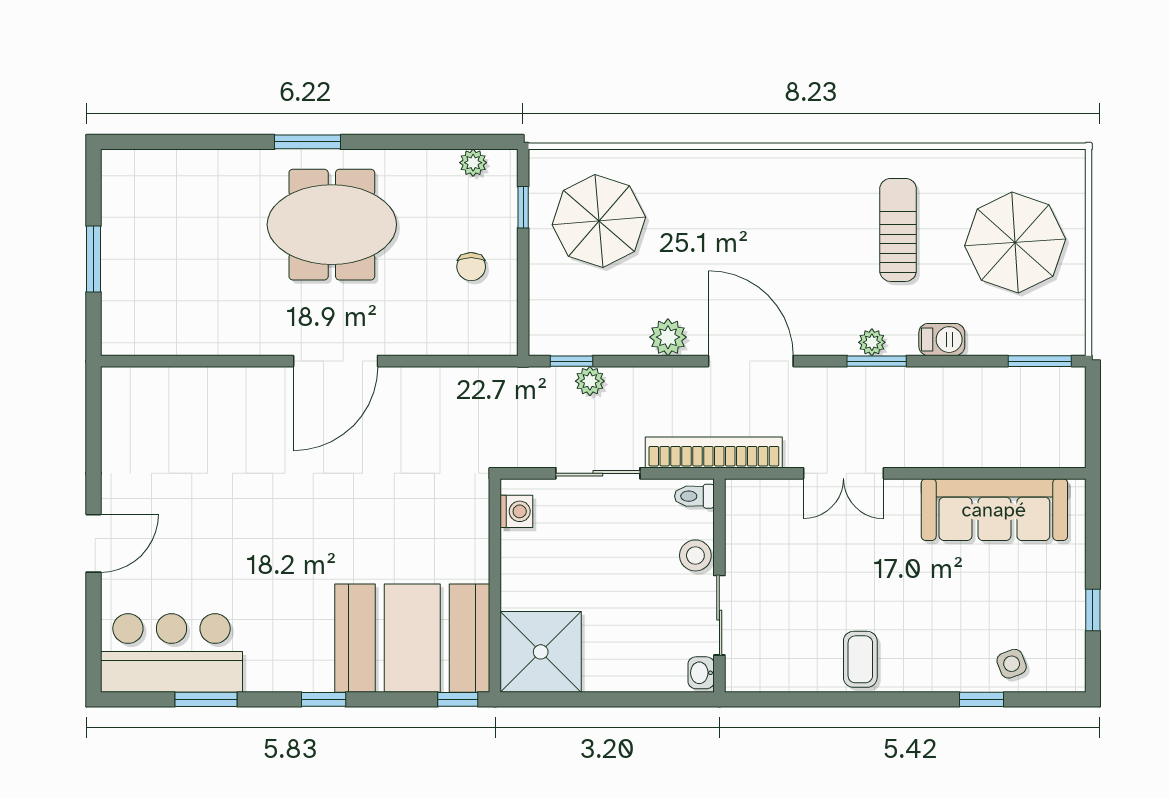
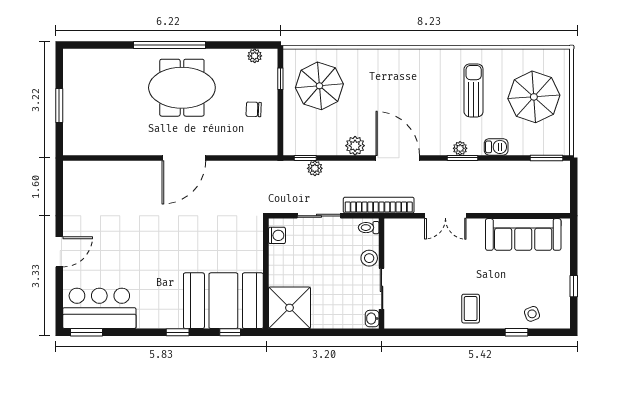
window: (308, 142) -> (169, 45), width x2.11
chair: (471, 267) -> (254, 109), turned 92
coffee table: (860, 659) -> (471, 309), moved
window: (206, 699) -> (86, 332), moved
window: (458, 699) -> (230, 332), moved

